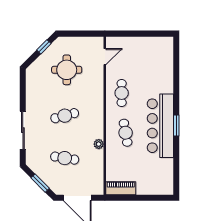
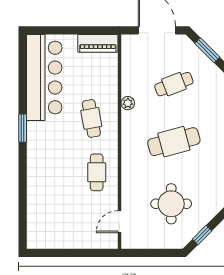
cafe table: (65, 116) -> (174, 142), width x1.37, depth x1.35
bar counter: (160, 126) -> (44, 78), moved
cafe table: (65, 158) -> (174, 84), turned -30

